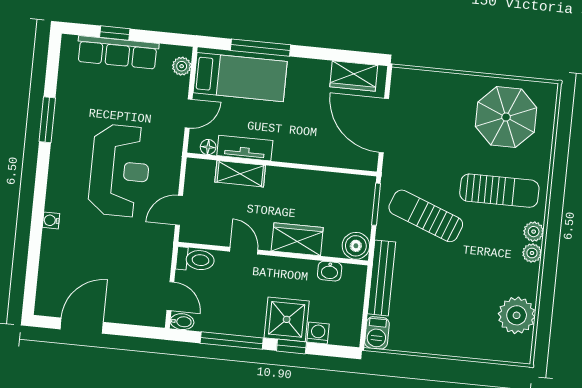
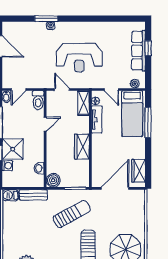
window: (47, 120) -> (46, 19), moved
shelving: (240, 174) -> (84, 103), moved
sun lounger: (426, 216) -> (72, 214), turned 40
wardrobe: (297, 239) -> (82, 147), moved, turned 180
bench: (382, 278) -> (33, 195), width x0.73

